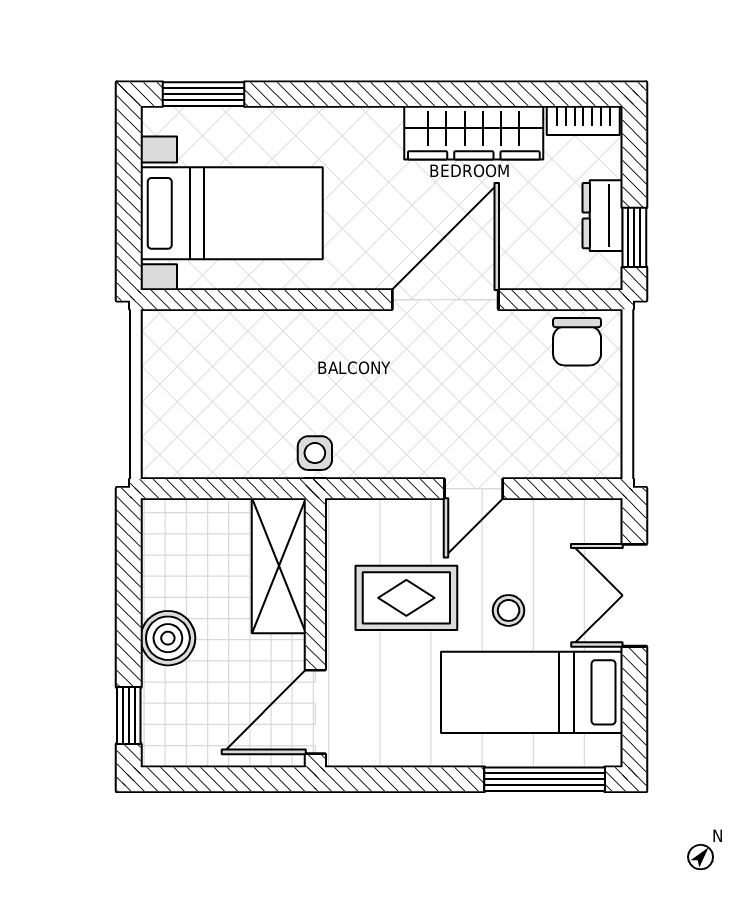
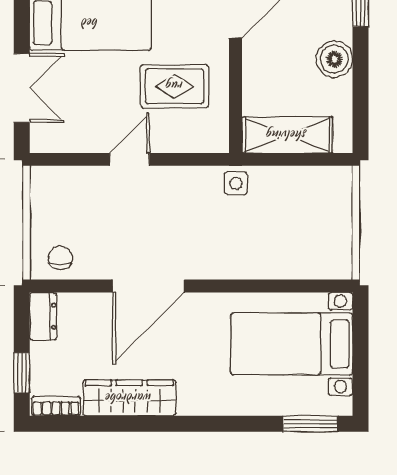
dresser: (603, 216) -> (43, 316), moved
window: (634, 237) -> (22, 373), moved
chair: (577, 342) -> (60, 258), width x0.73, depth x0.73
shelving: (279, 566) -> (287, 135), moved, turned 90
stool: (509, 610) -> (106, 78), removed

